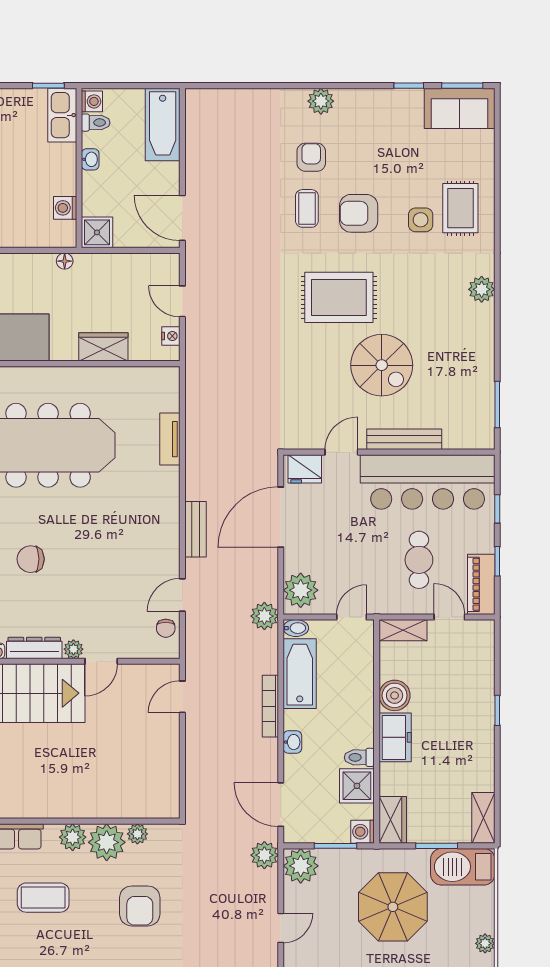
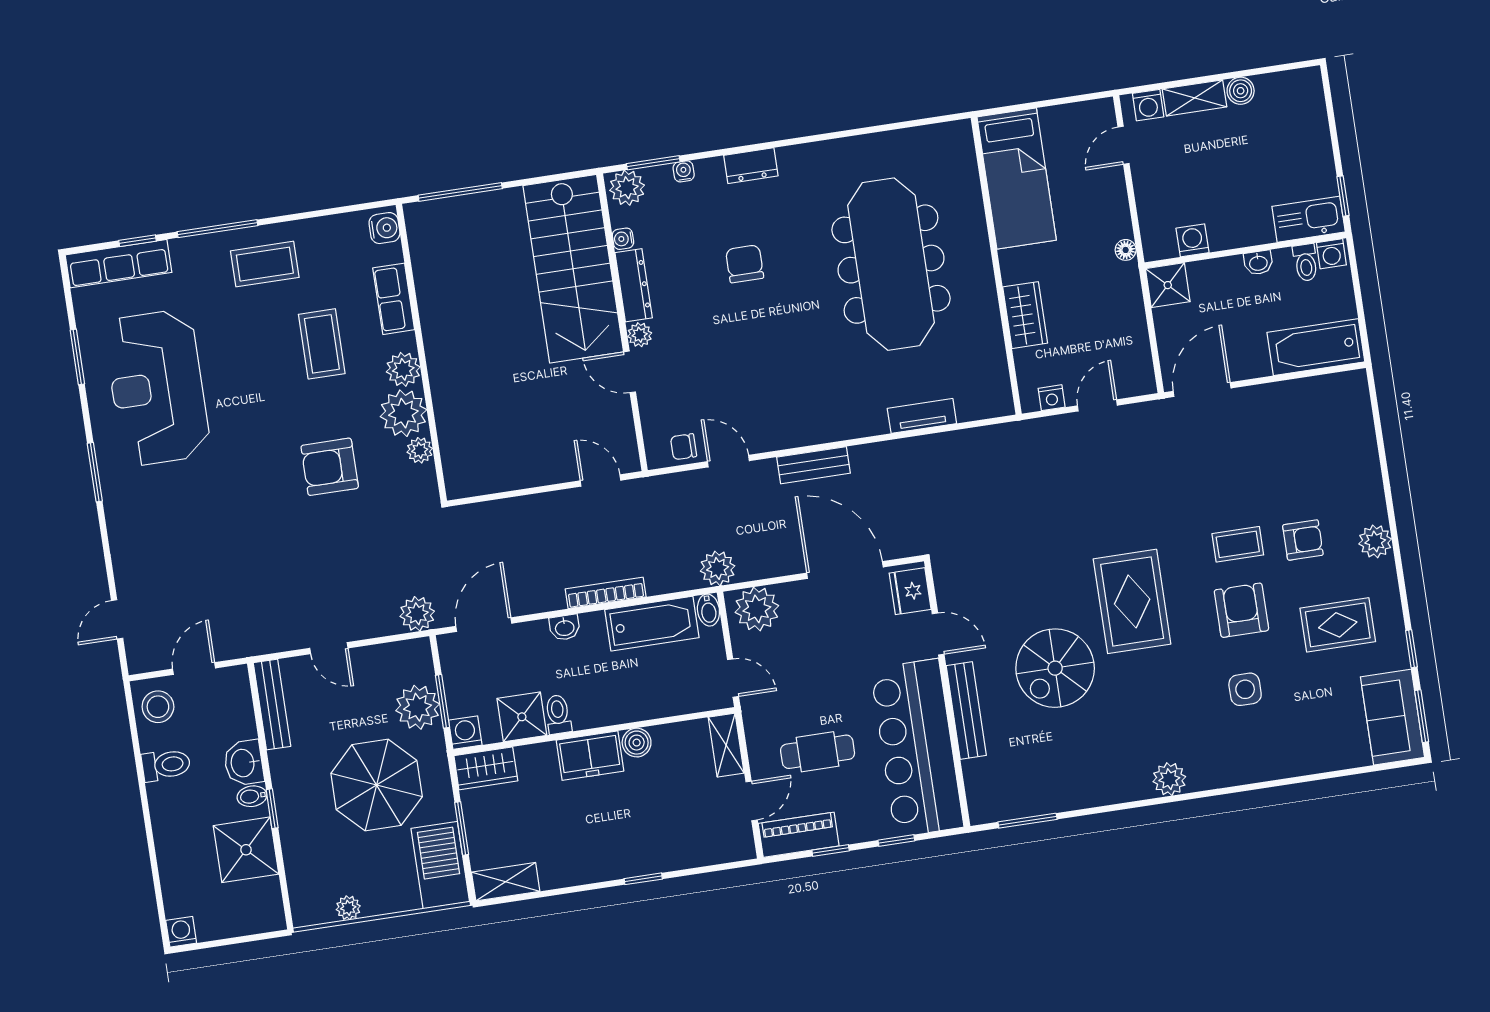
rug: (460, 208) -> (1338, 625), moved
boiler: (395, 695) -> (637, 743), width x0.73, depth x0.73
plant: (301, 866) -> (418, 707), moved

